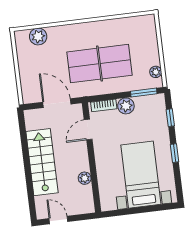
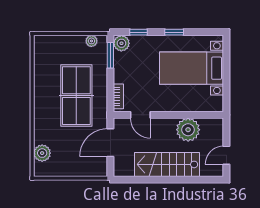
plant: (126, 106) -> (121, 43), moved
plant: (85, 178) -> (188, 130), width x1.88, depth x1.88

